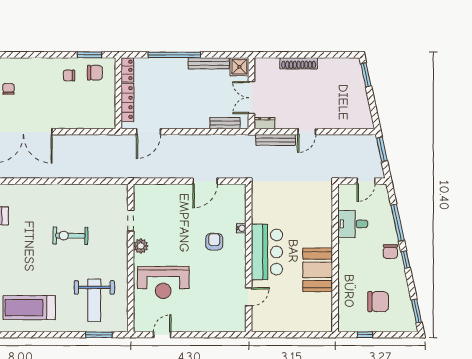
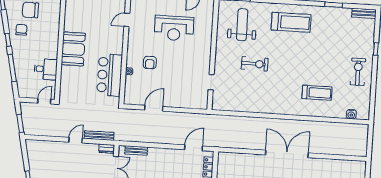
door: (366, 181) -> (44, 101), moved
exercise bike: (70, 236) -> (255, 64), moved
plant: (141, 246) -> (205, 63), removed
bar counter: (267, 252) -> (110, 75), moved
chair: (390, 252) -> (21, 30), moved
booth: (318, 270) -> (73, 49), moved
reception desk: (163, 282) -> (174, 28), moved, turned 180

